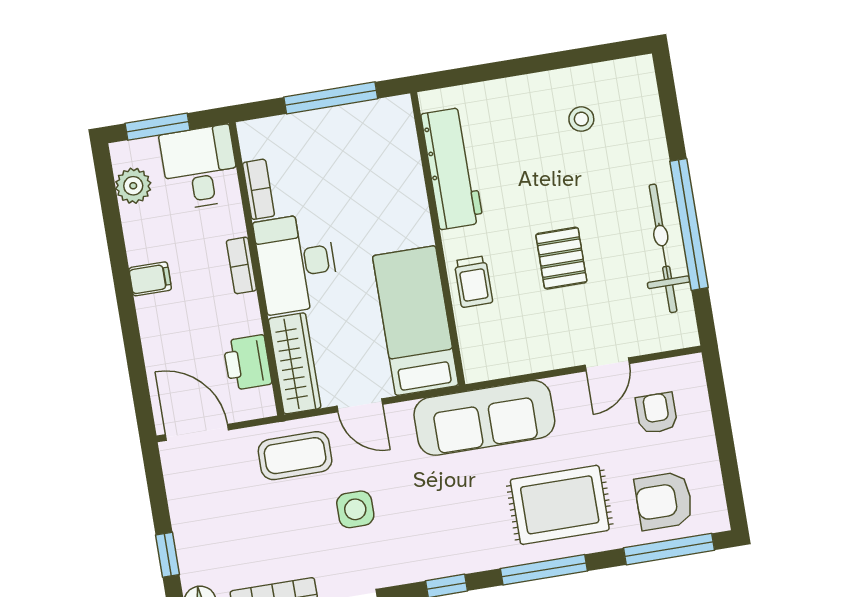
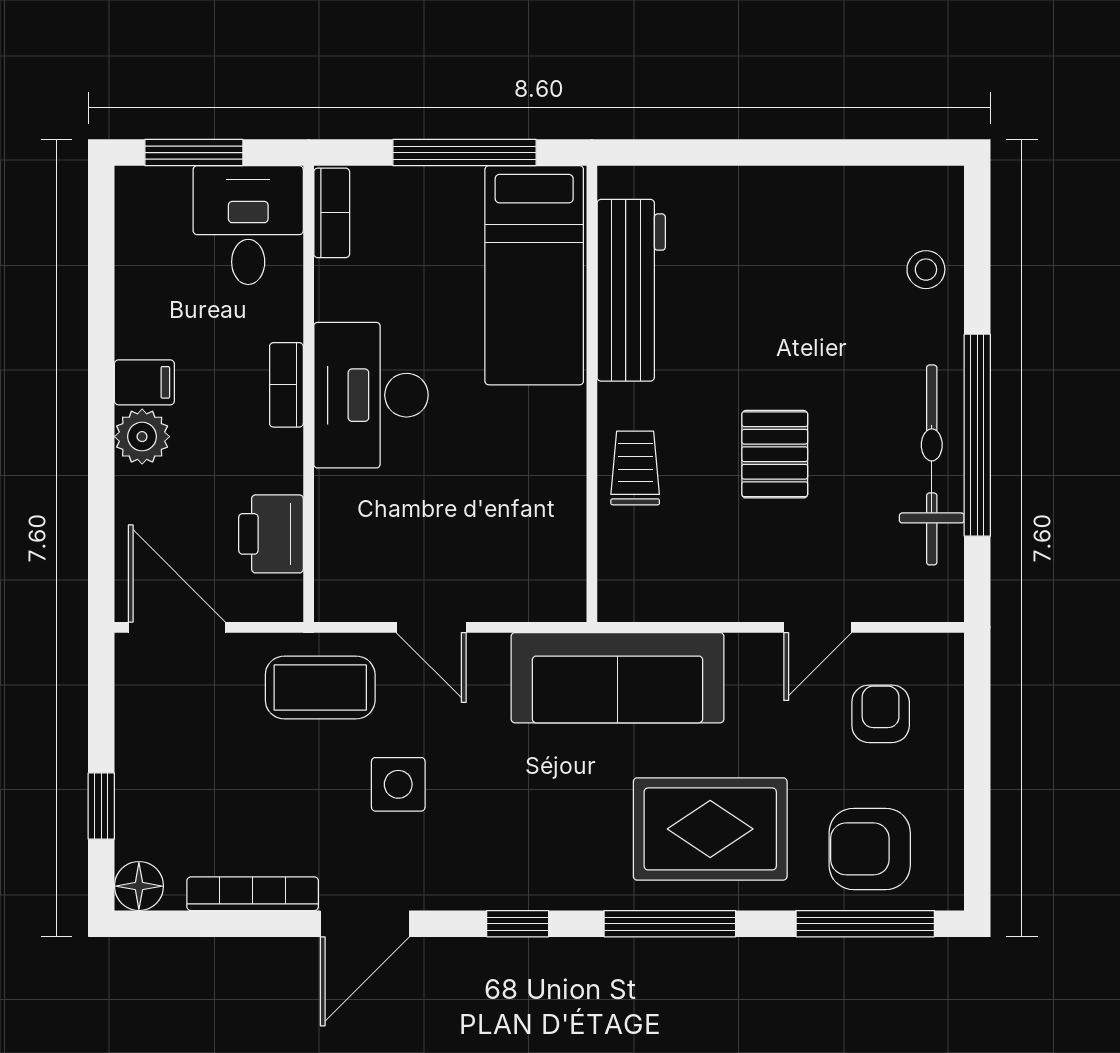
stool: (581, 119) -> (926, 270), moved
plant: (133, 186) -> (142, 437), moved
bookcase: (259, 189) -> (332, 213), moved
trolley: (473, 282) -> (635, 468), turned 180
bed: (415, 321) -> (534, 275), moved, turned 180
wardrobe: (295, 363) -> (343, 547), removed

